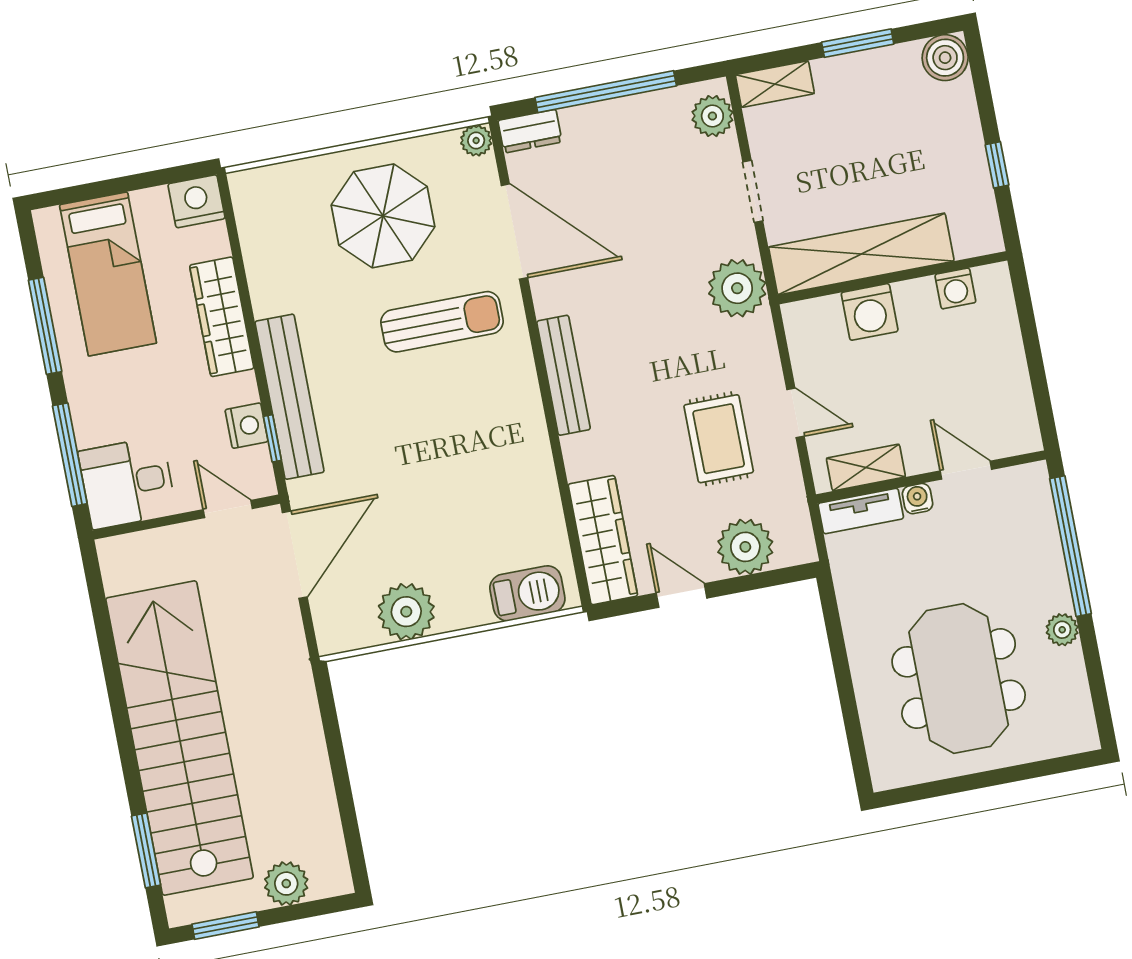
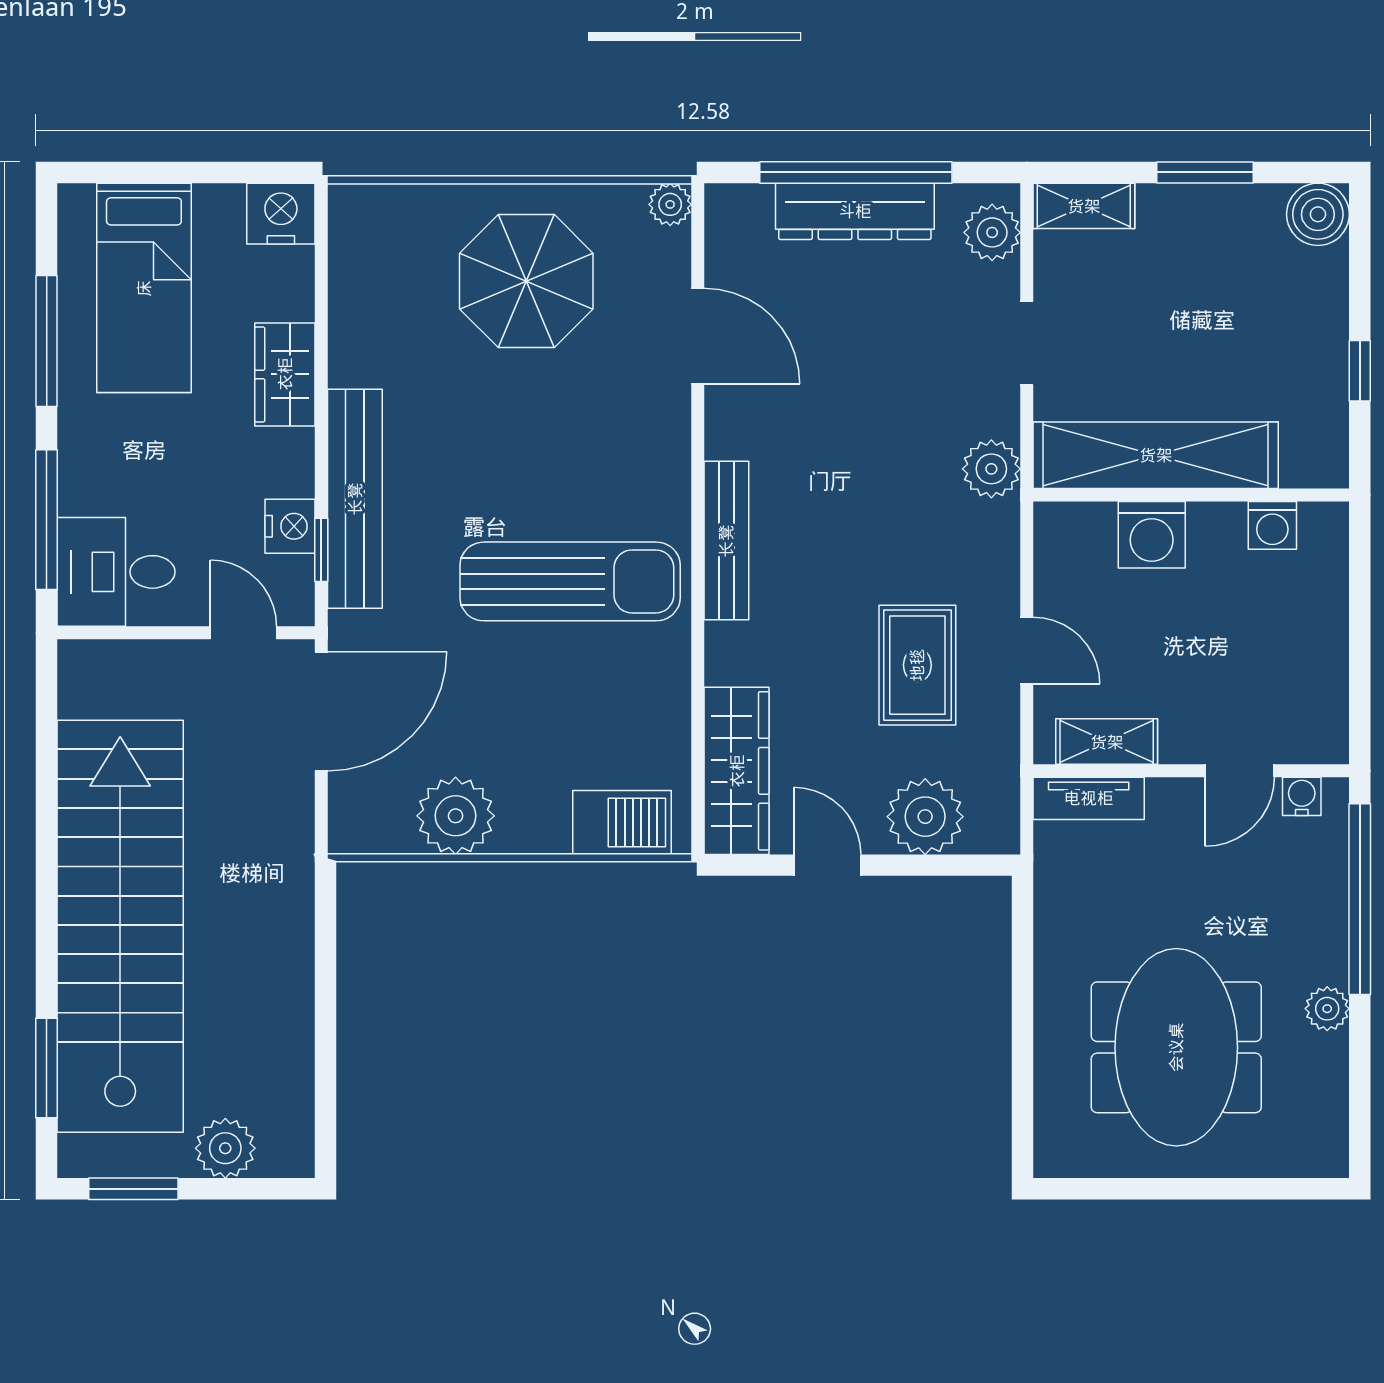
dresser: (530, 131) -> (855, 211), moved, width x1.96, depth x1.24
door: (514, 232) -> (698, 336), width x0.73
plant: (737, 288) -> (991, 469), width x0.73, depth x0.73
wardrobe: (222, 317) -> (285, 374), width x0.67
sun lounger: (442, 322) -> (570, 581), moved, width x1.36, depth x1.34
door: (966, 470) -> (1240, 771), swing flipped
water cooler: (918, 499) -> (1302, 796), moved

